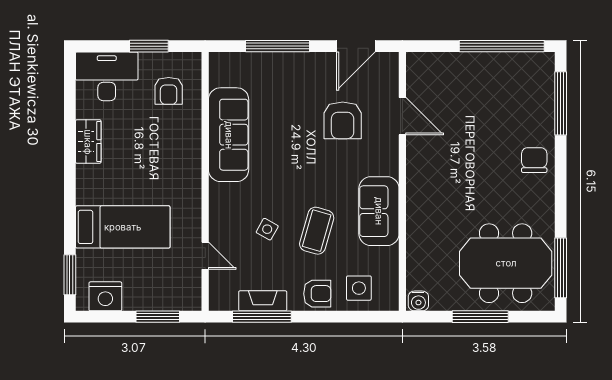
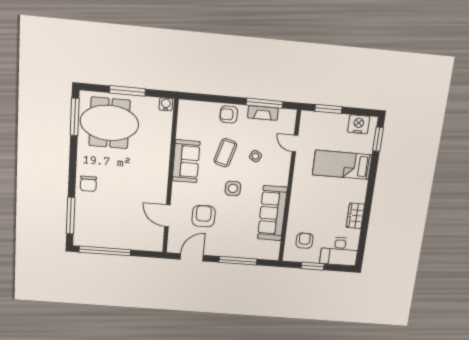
side table: (359, 288) -> (233, 188), moved

